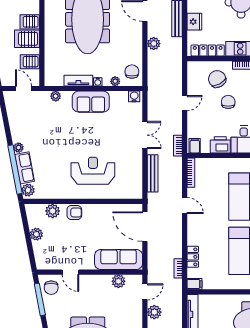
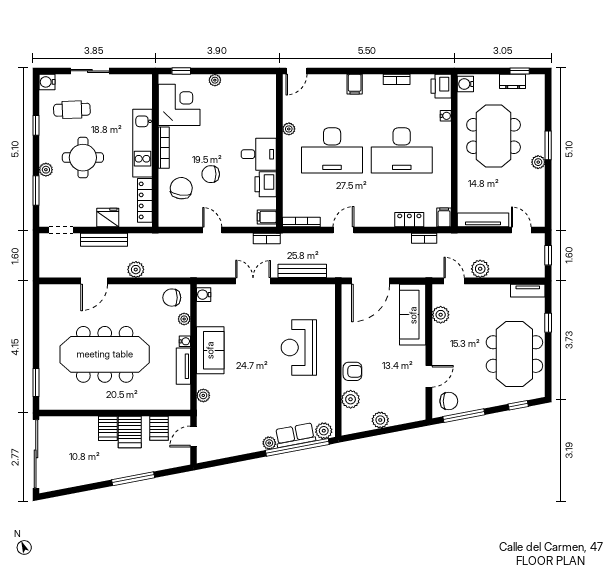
chair: (217, 79) -> (181, 188), turned 125
armchair: (74, 213) -> (352, 371), turned 90

